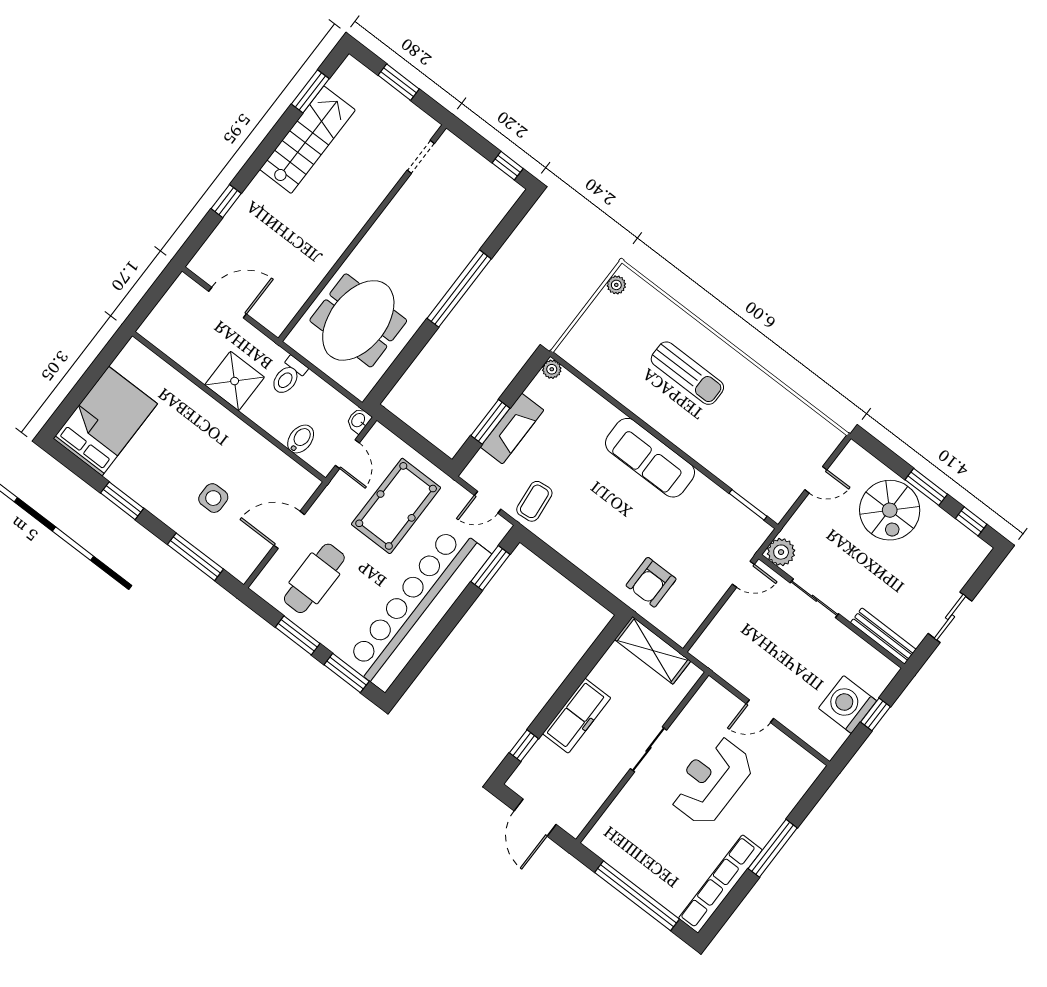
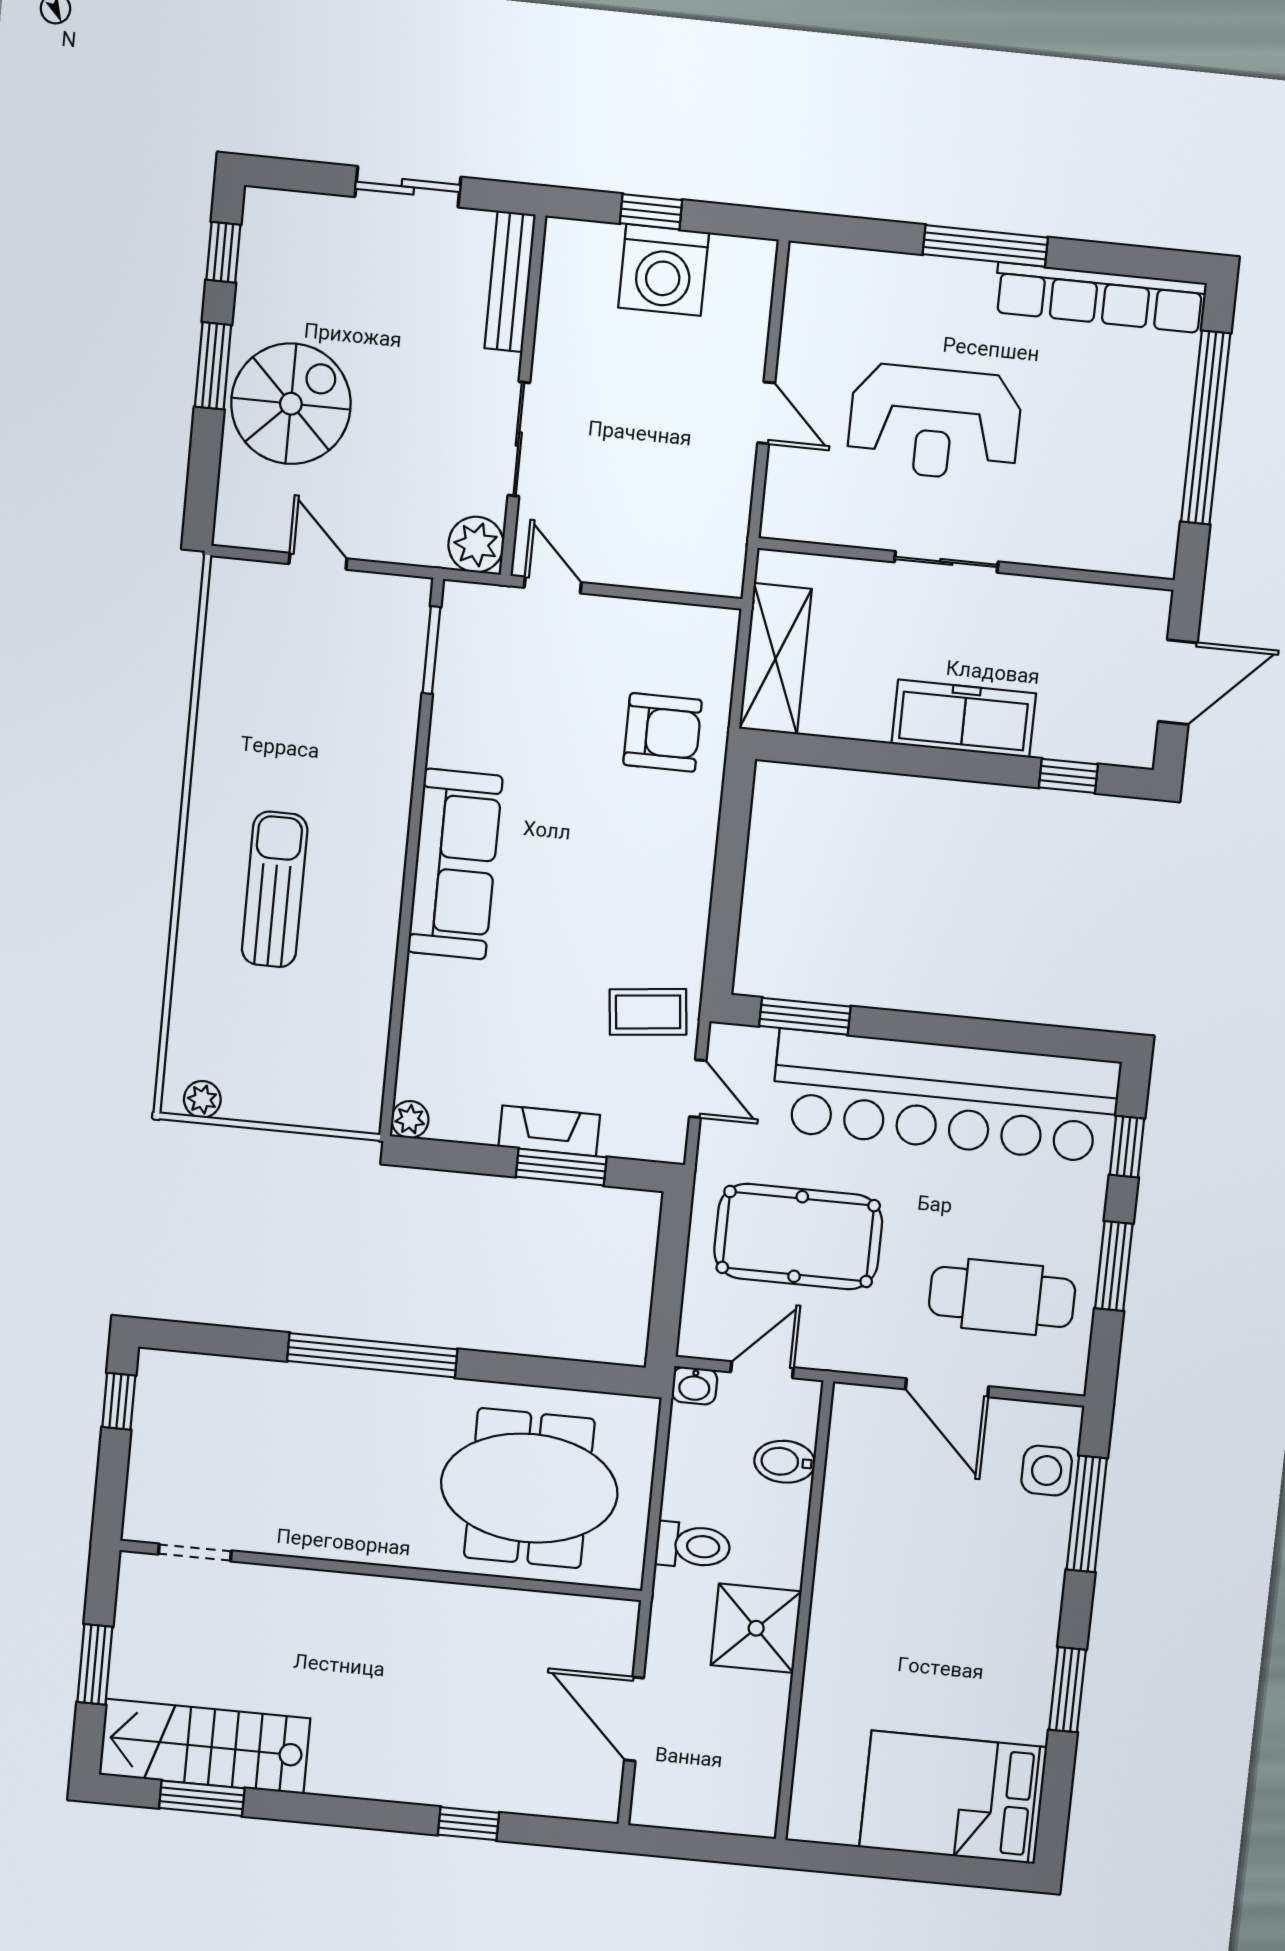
stairs: (307, 140) -> (205, 1746), moved
fireplace: (512, 429) -> (549, 1131), width x0.73, depth x0.76
side table: (213, 498) -> (1047, 1471), moved
window: (347, 673) -> (1127, 1147), width x0.67

